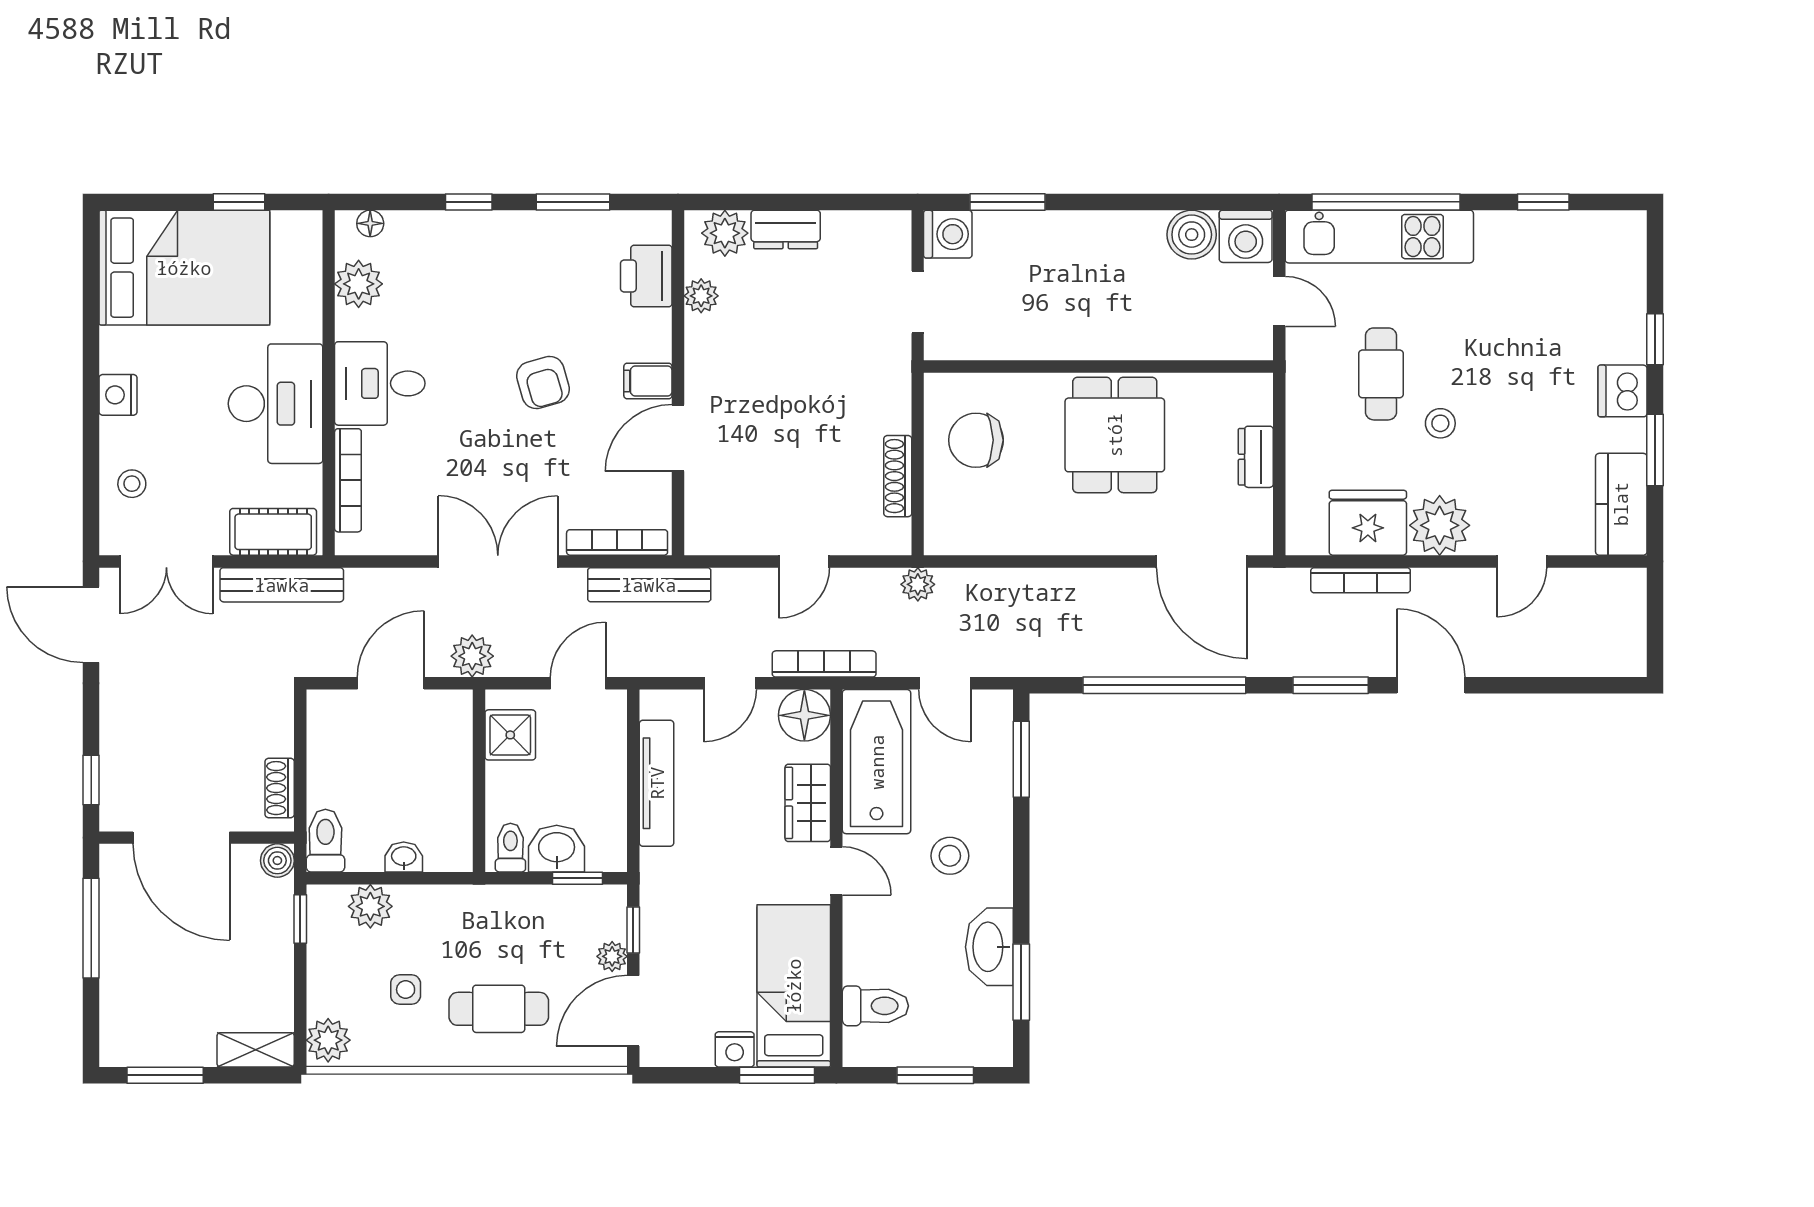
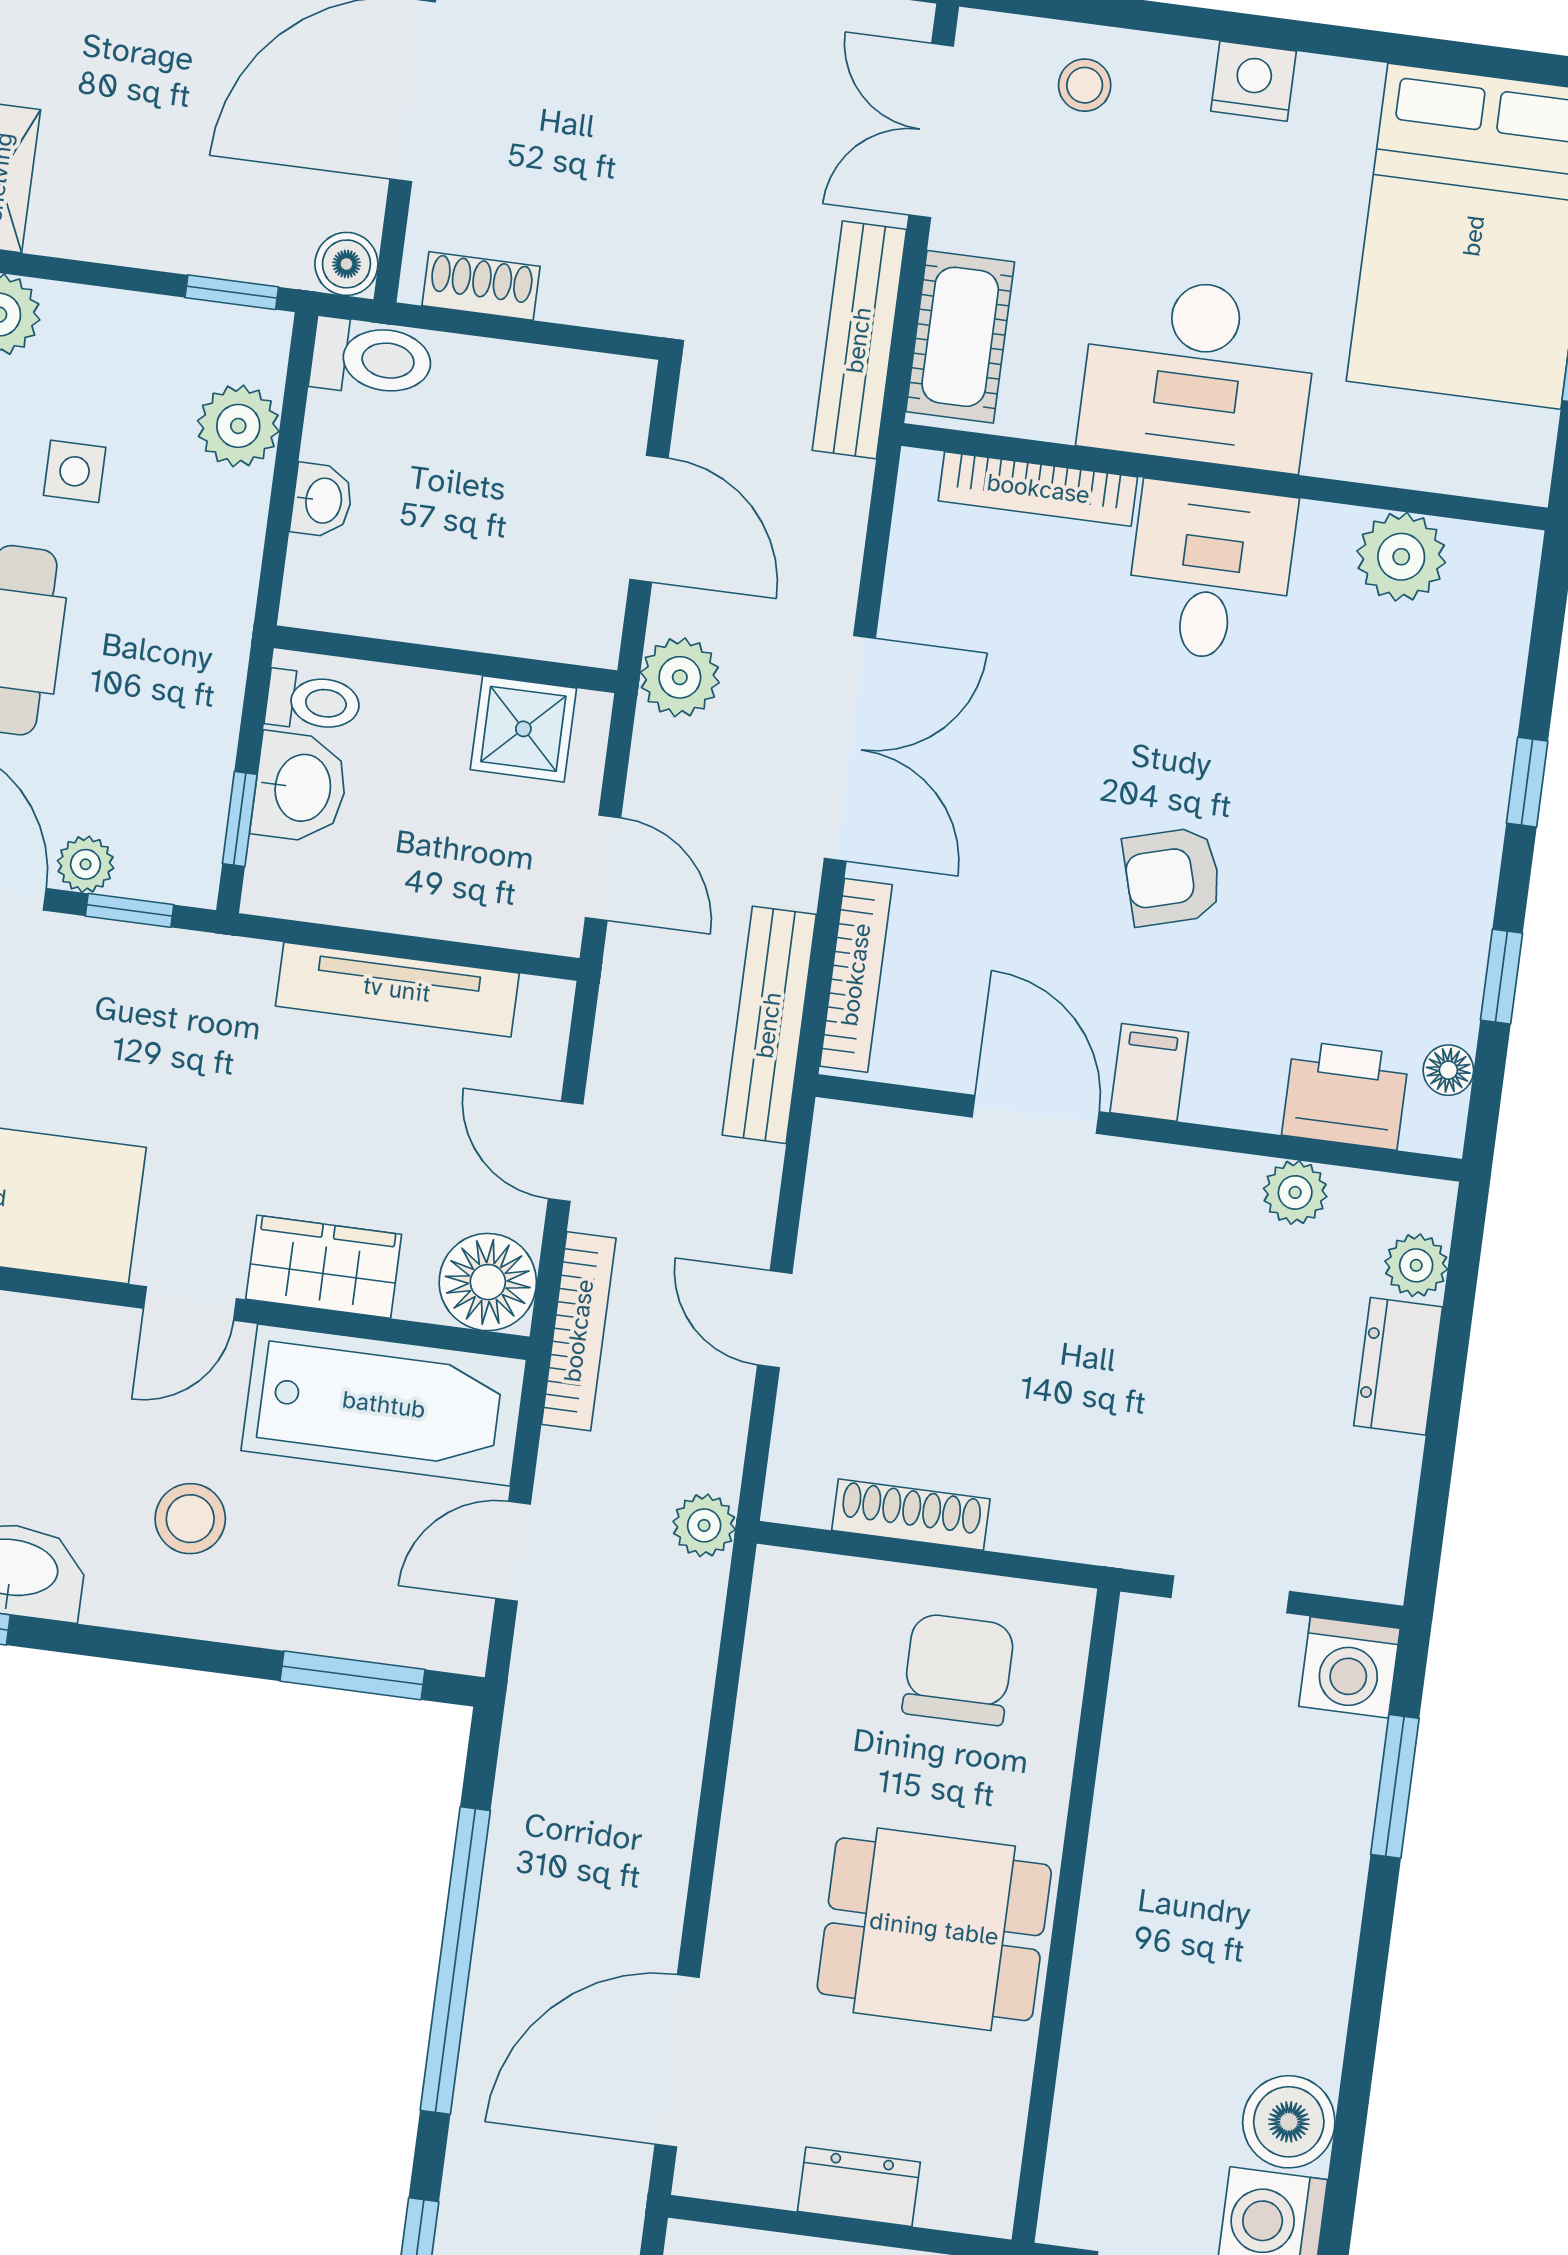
window: (573, 202) -> (1501, 977), width x0.67
floor lamp: (370, 223) -> (1448, 1070), moved
plant: (725, 233) -> (1416, 1265), width x0.73, depth x0.73

